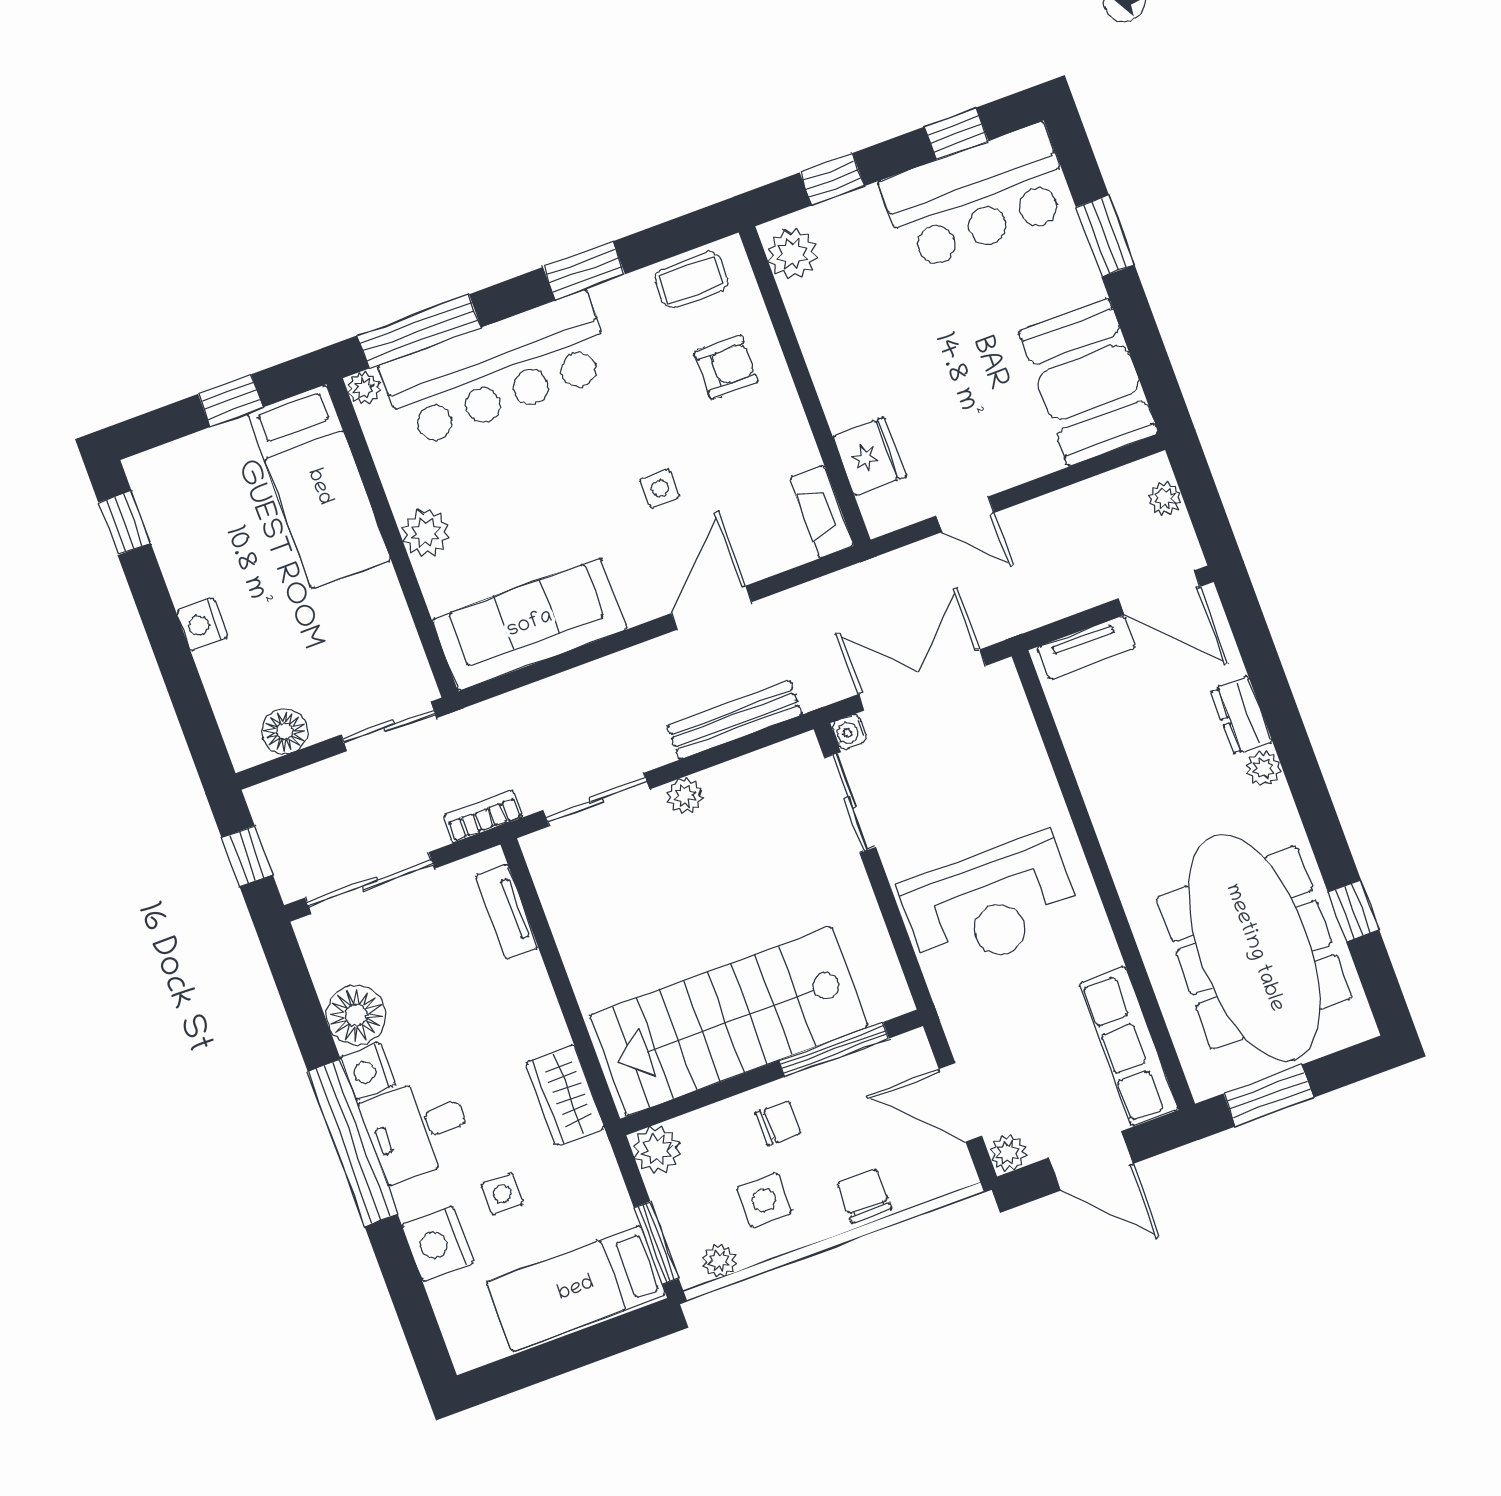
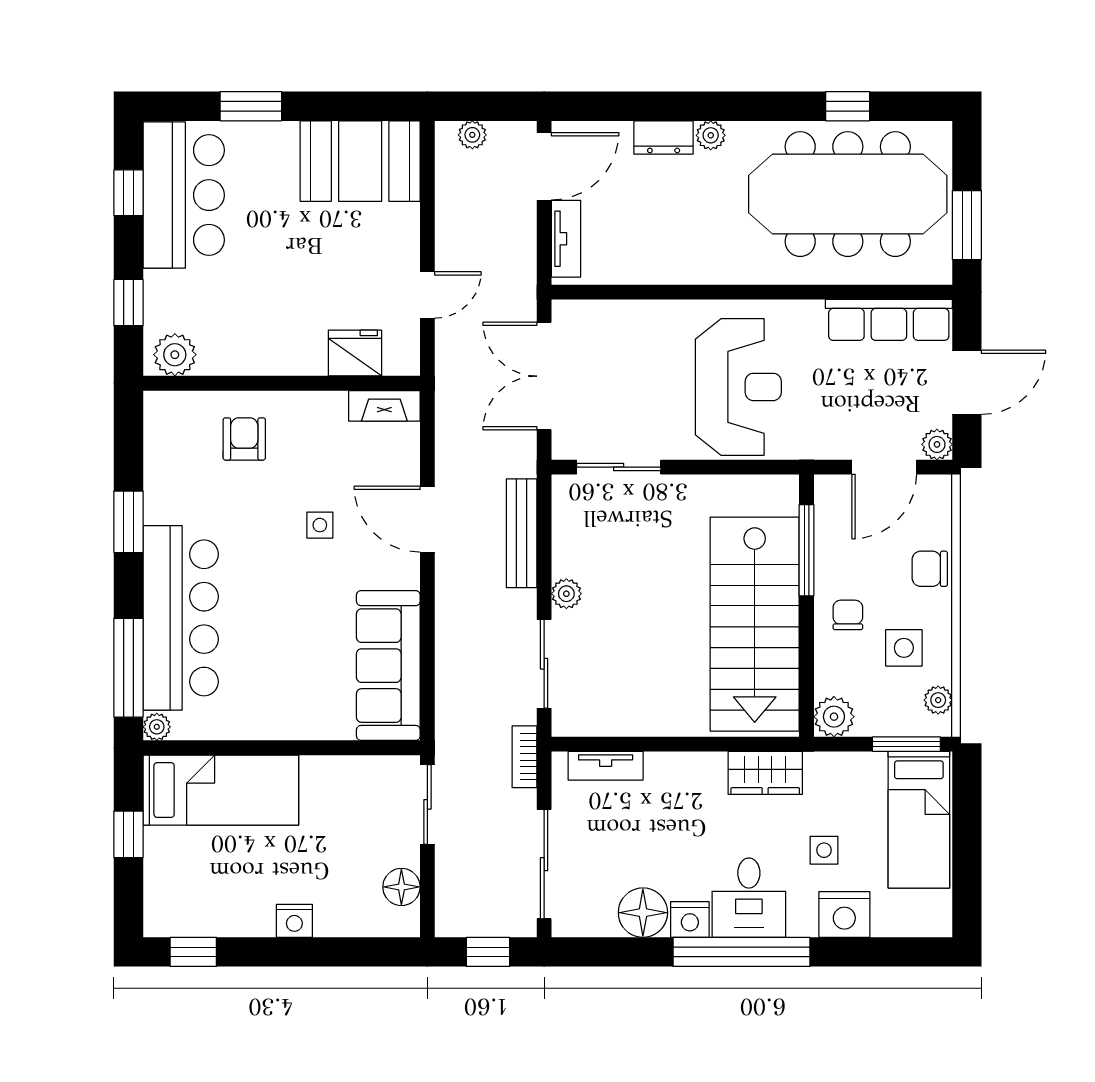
coffee table: (691, 280) -> (166, 441), removed
plant: (426, 533) -> (288, 720), removed
water cooler: (850, 732) -> (564, 447), removed

